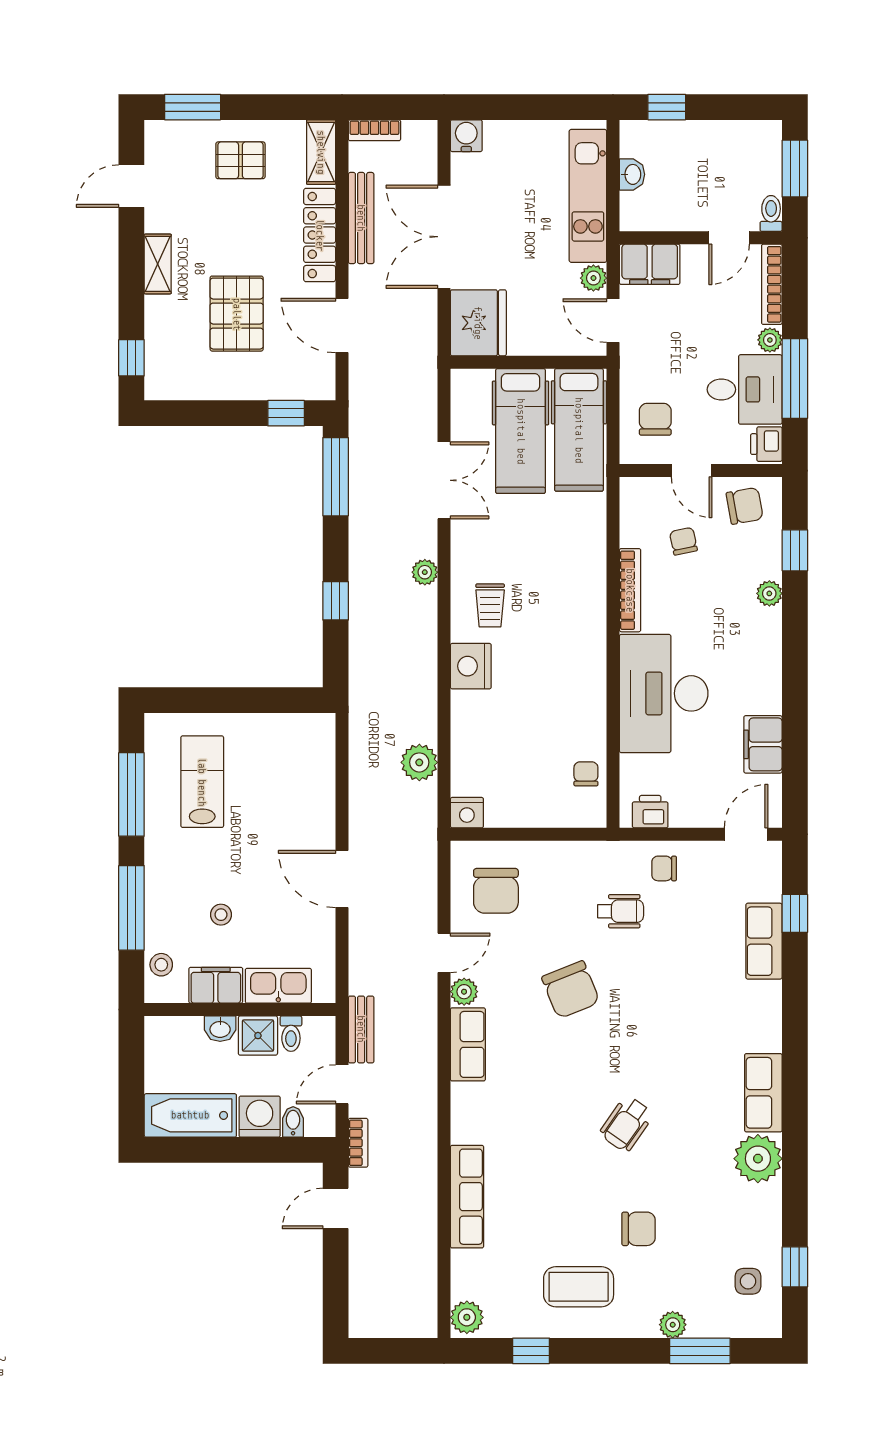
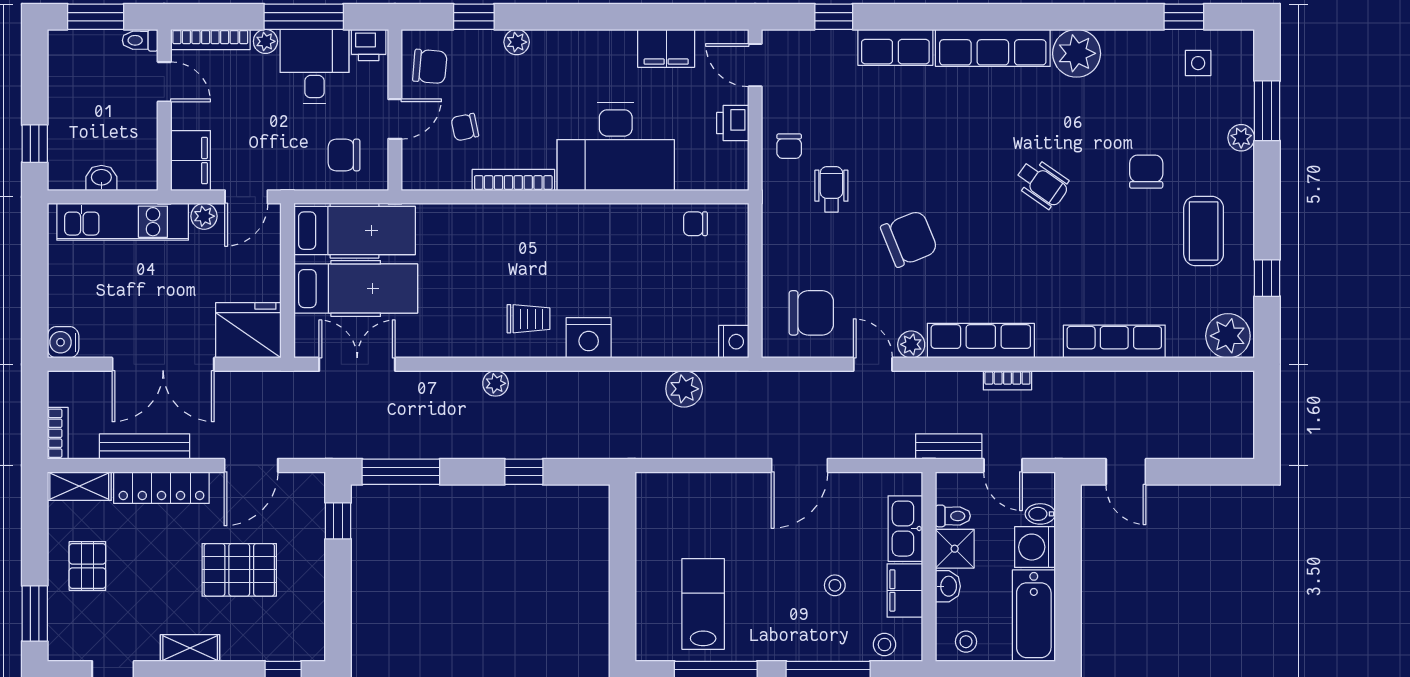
double door: (444, 480) -> (357, 364), moved
chair: (745, 506) -> (430, 66), turned 105
lab bench: (202, 782) -> (703, 604), turned 90
printer: (650, 812) -> (733, 123), moved
row of seats: (764, 941) -> (895, 47), moved
row of seats: (468, 1044) -> (981, 341), width x1.48
stool: (164, 1047) -> (966, 642), added
row of seats: (763, 1093) -> (993, 48), width x1.48
bookcase: (358, 1143) -> (1007, 380), moved, turned 180
plant: (467, 1317) -> (1228, 336), width x1.36, depth x1.36

